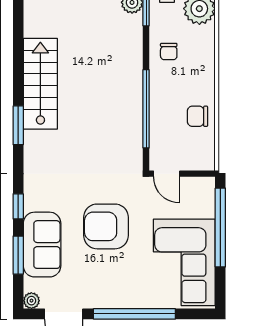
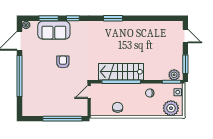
stairs: (40, 84) -> (121, 72), moved, turned 180
armchair: (106, 226) -> (63, 62), width x0.53, depth x0.53
corner sofa: (184, 262) -> (45, 101), removed

